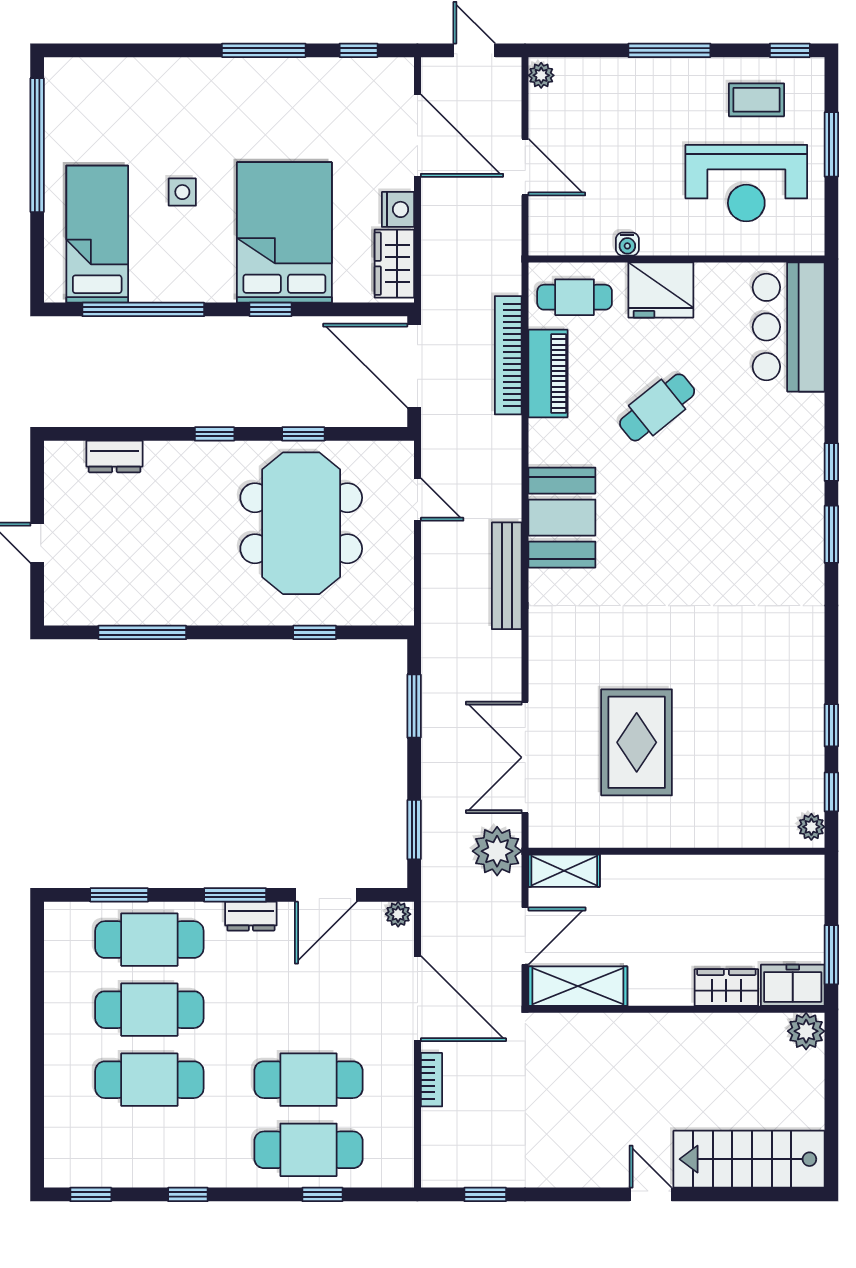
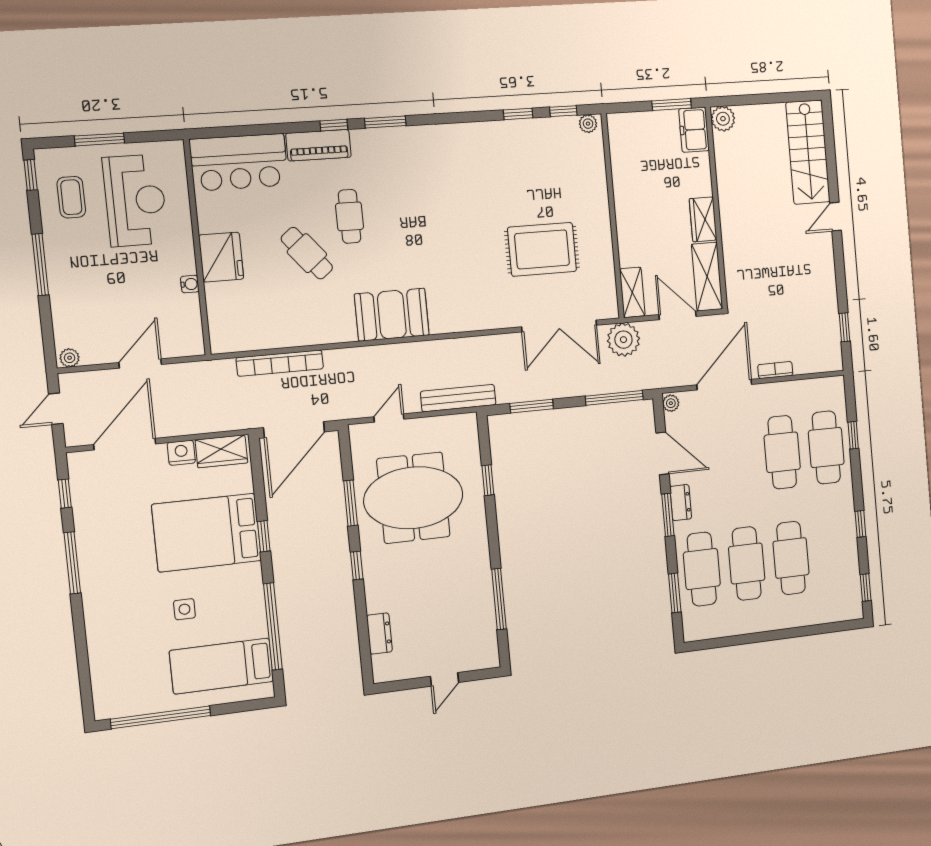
cafe table: (575, 297) -> (350, 216), moved
piano: (548, 374) -> (319, 145), moved, turned 180
window: (303, 434) -> (351, 503), width x1.50
bench: (507, 576) -> (458, 398), moved
window: (414, 830) -> (614, 398), width x1.44
wardrobe: (726, 988) -> (703, 219), moved

